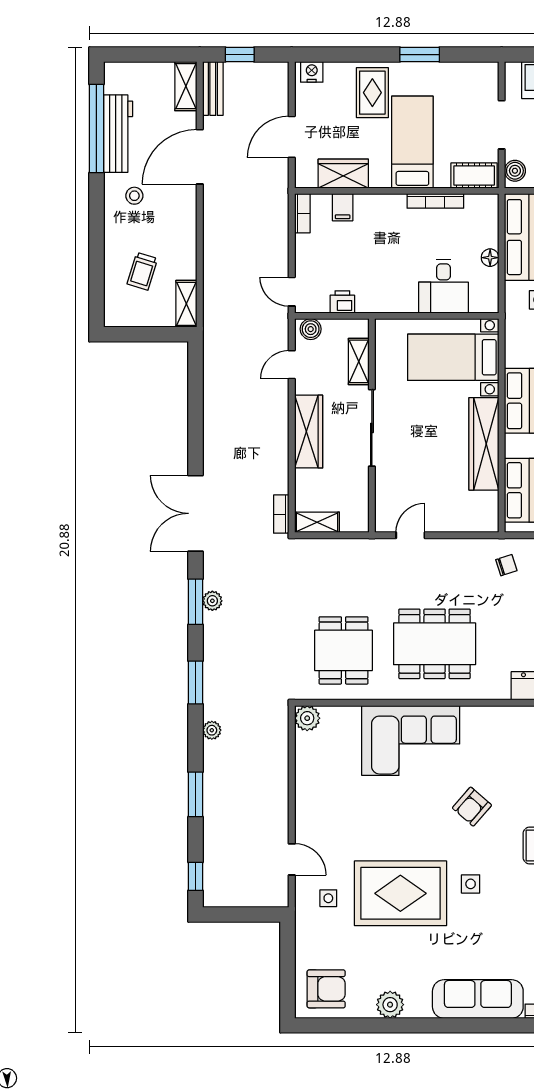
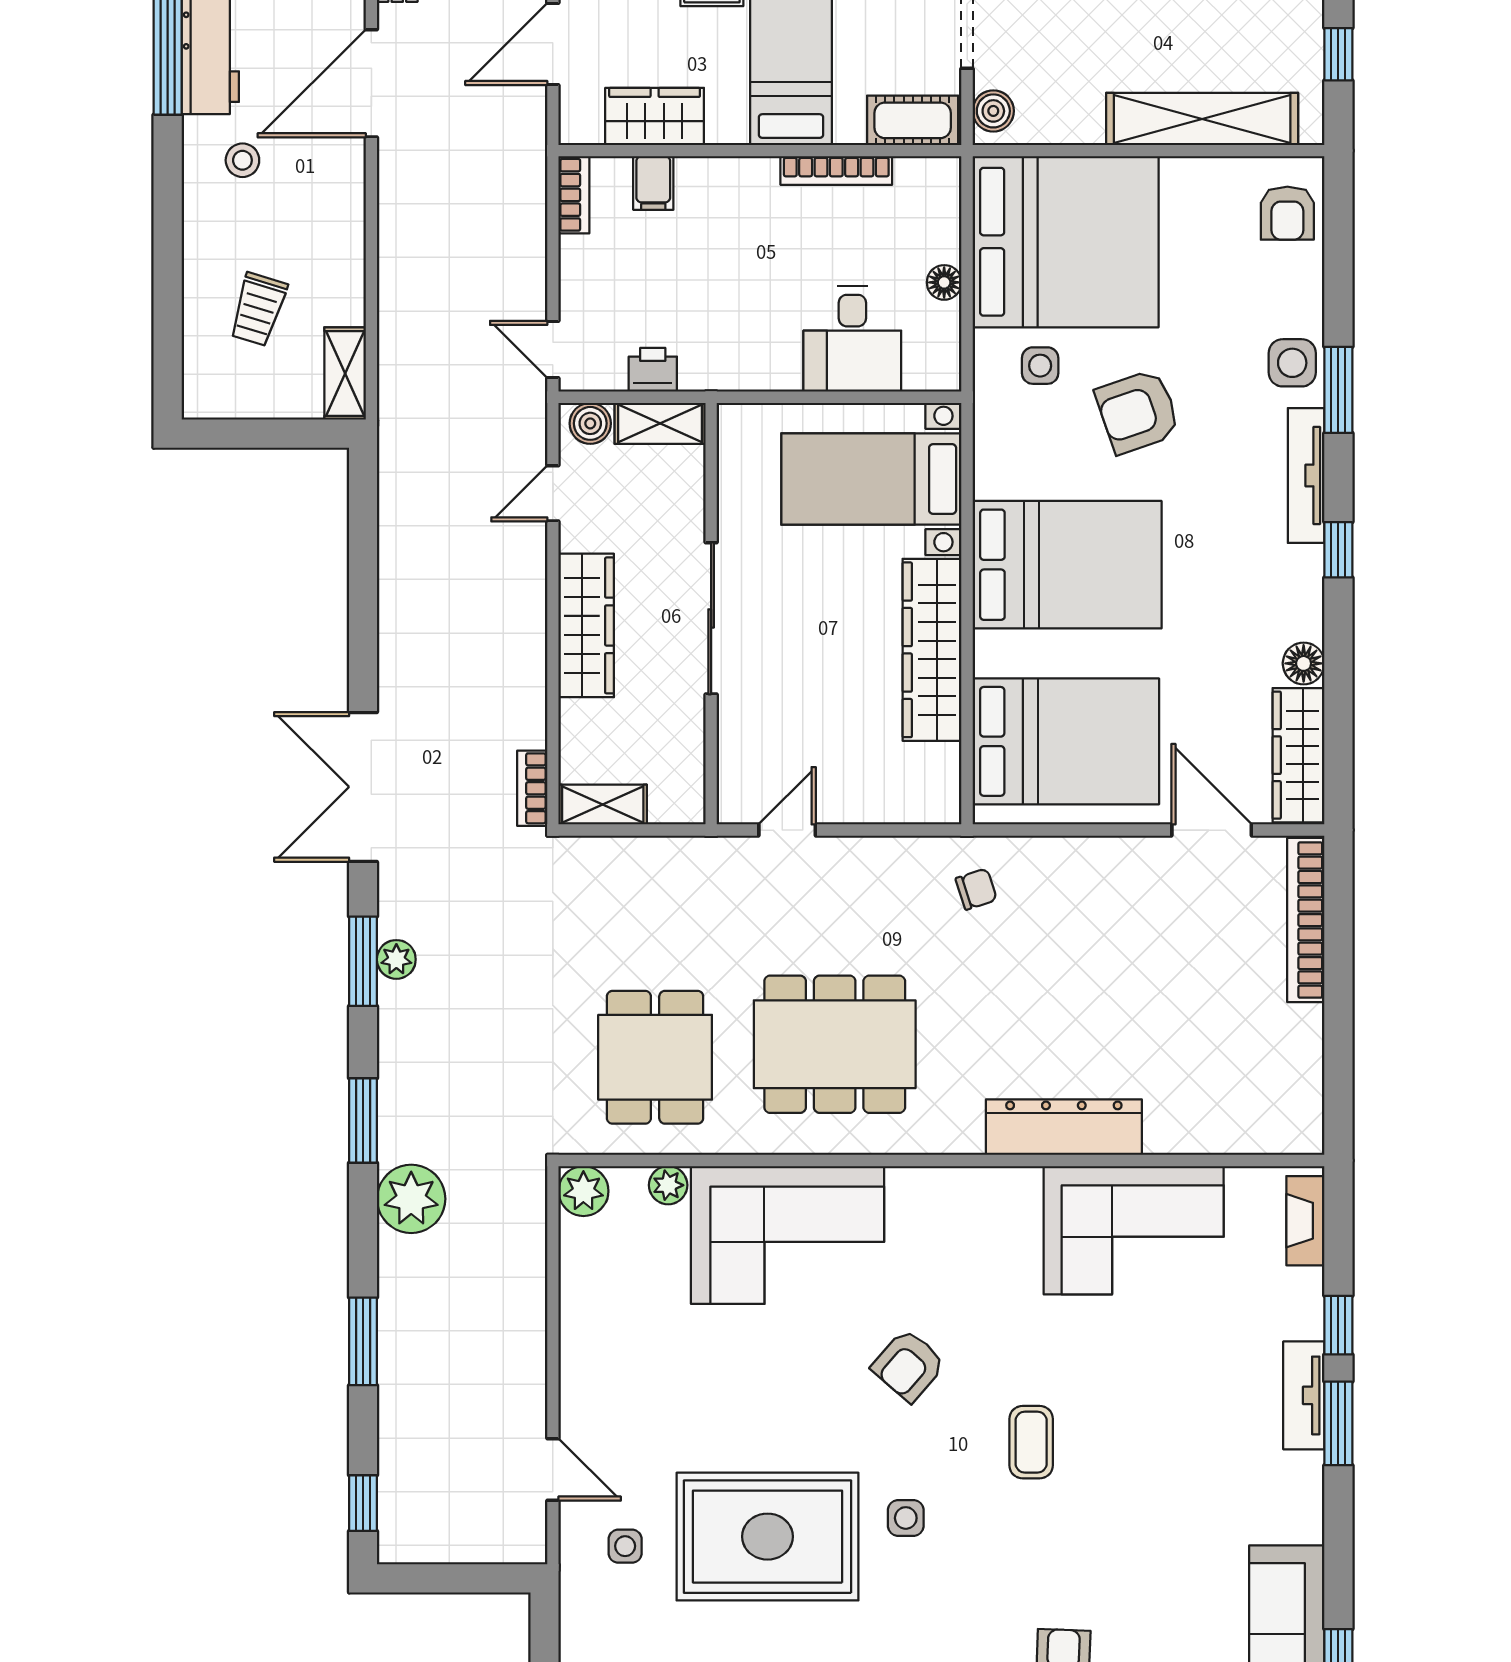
shelving: (359, 361) -> (660, 423), moved, turned 90
plant: (350, 715) -> (668, 1185), added
plant: (212, 730) -> (411, 1199), width x1.87, depth x1.87

